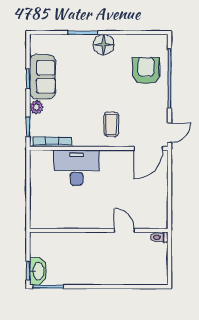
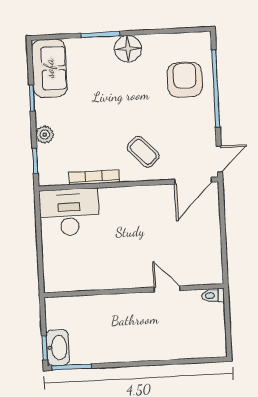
sofa: (42, 77) -> (49, 68), moved
coffee table: (111, 124) -> (143, 152), turned -44
bookcase: (52, 142) -> (94, 177), moved
desk: (77, 168) -> (69, 212), moved

